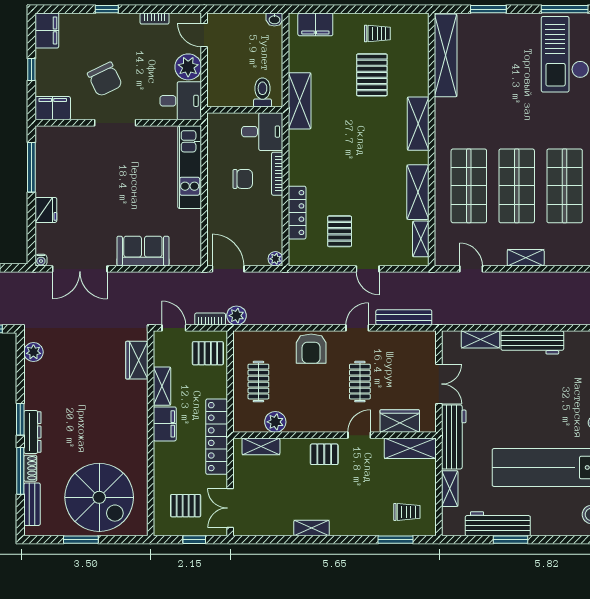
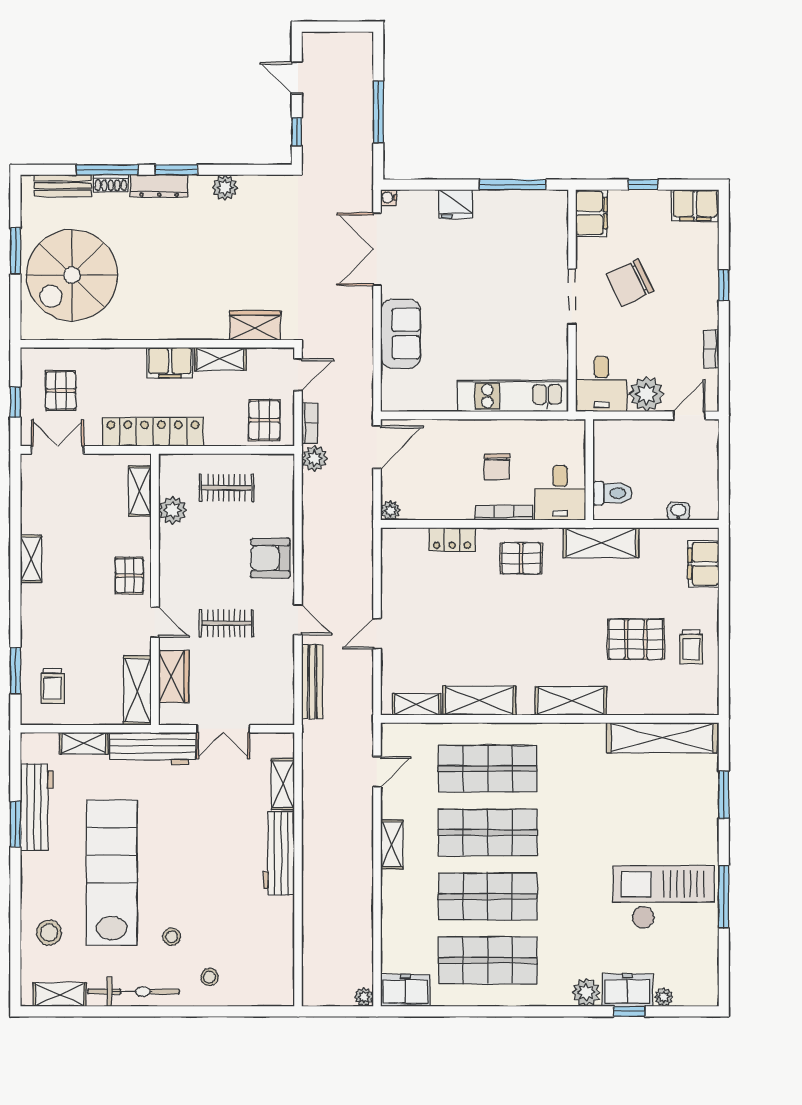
washbasin: (274, 19) -> (678, 511), moved, turned 90
locker: (297, 213) -> (452, 539), width x0.66
pallet: (340, 231) -> (521, 558), moved
plant: (33, 352) -> (225, 187), moved

